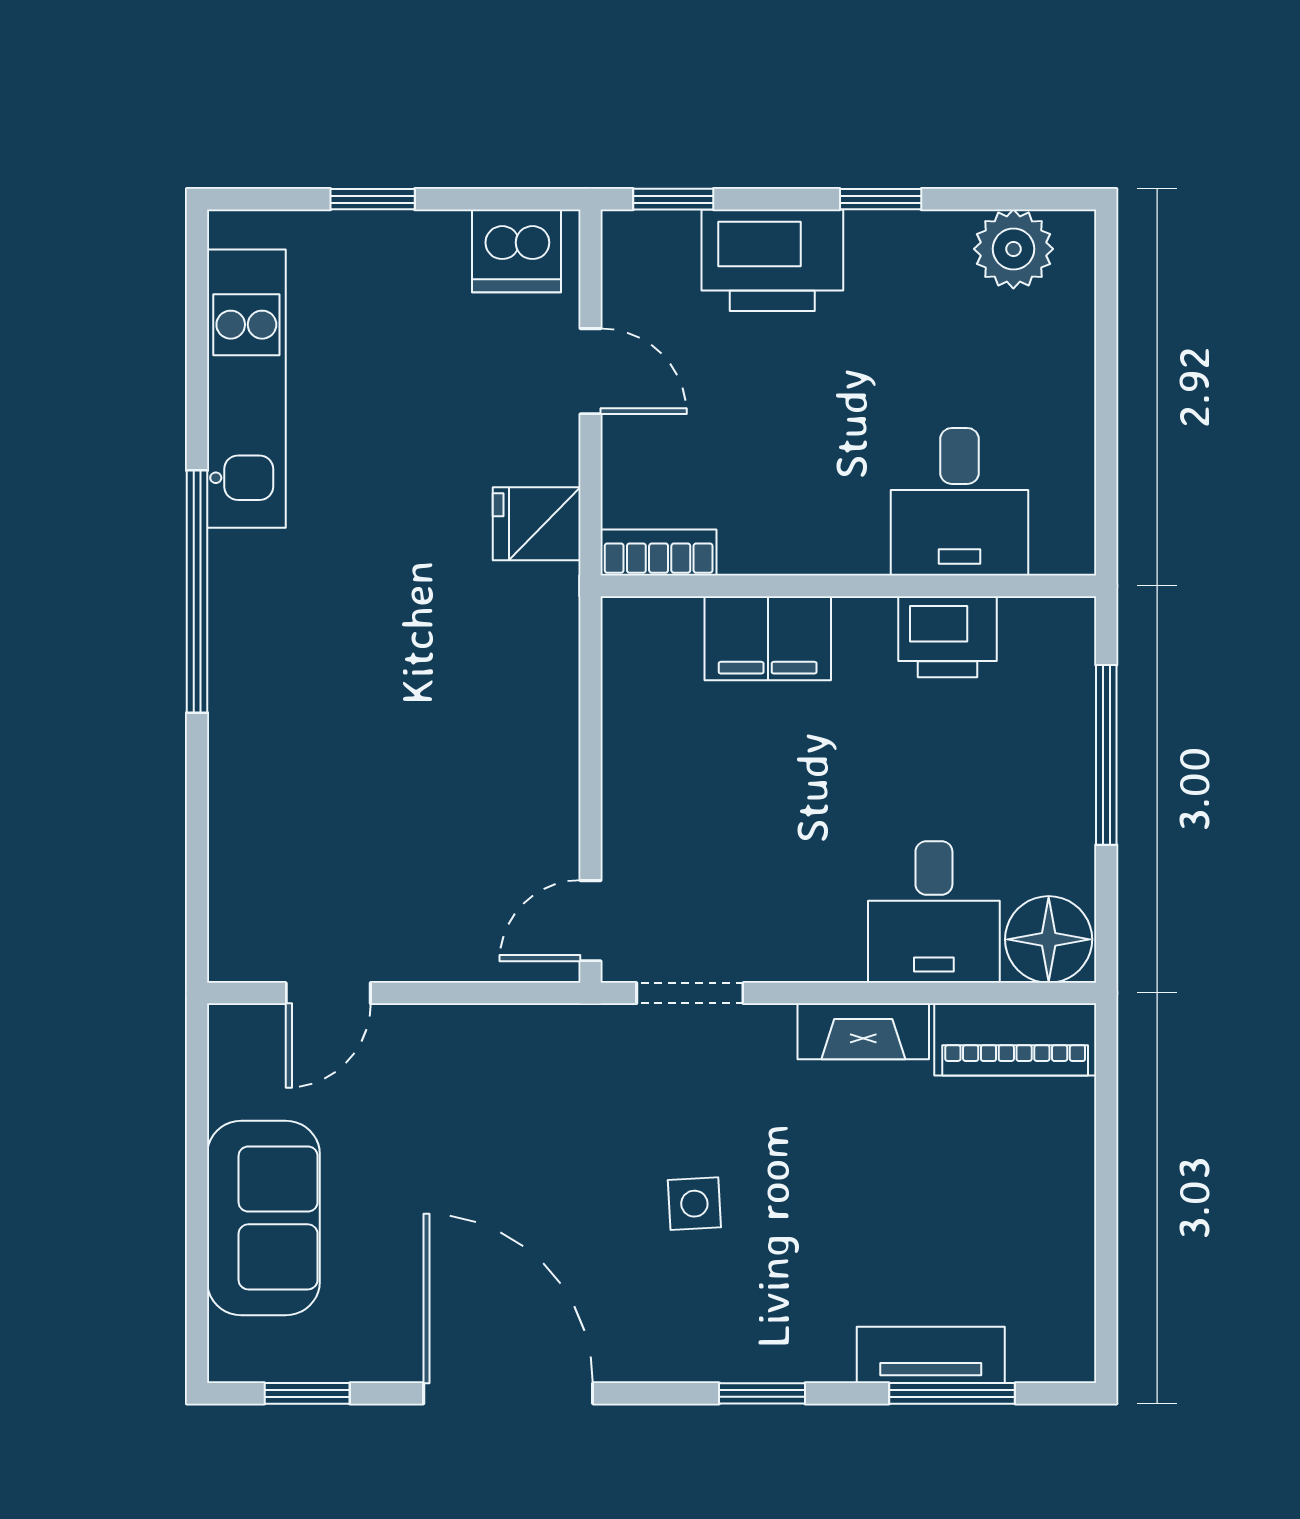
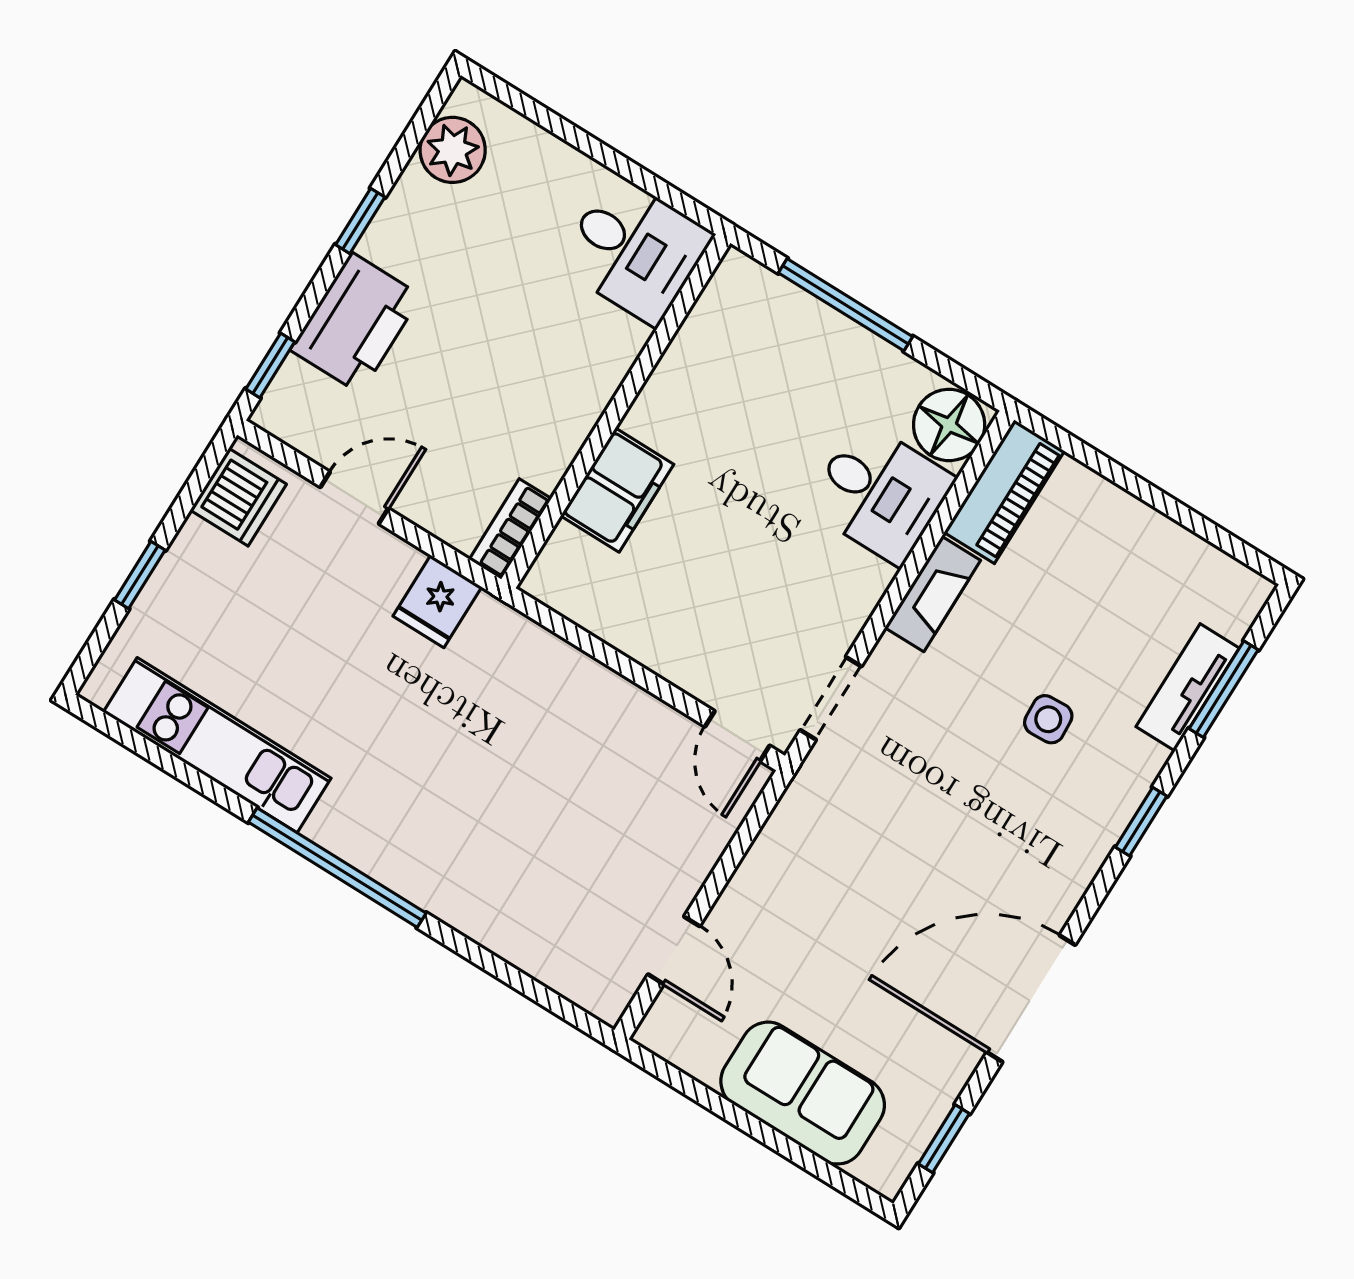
desk: (960, 502) -> (635, 250), moved
printer: (948, 637) -> (694, 364), removed
side table: (694, 1204) -> (1048, 719), moved

